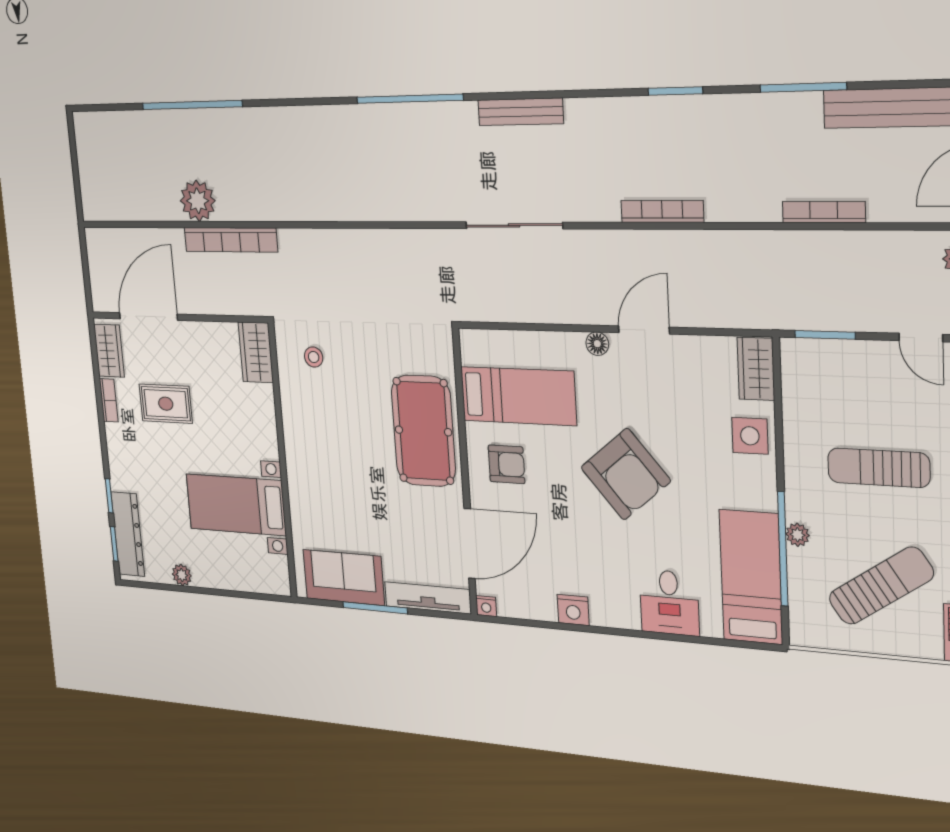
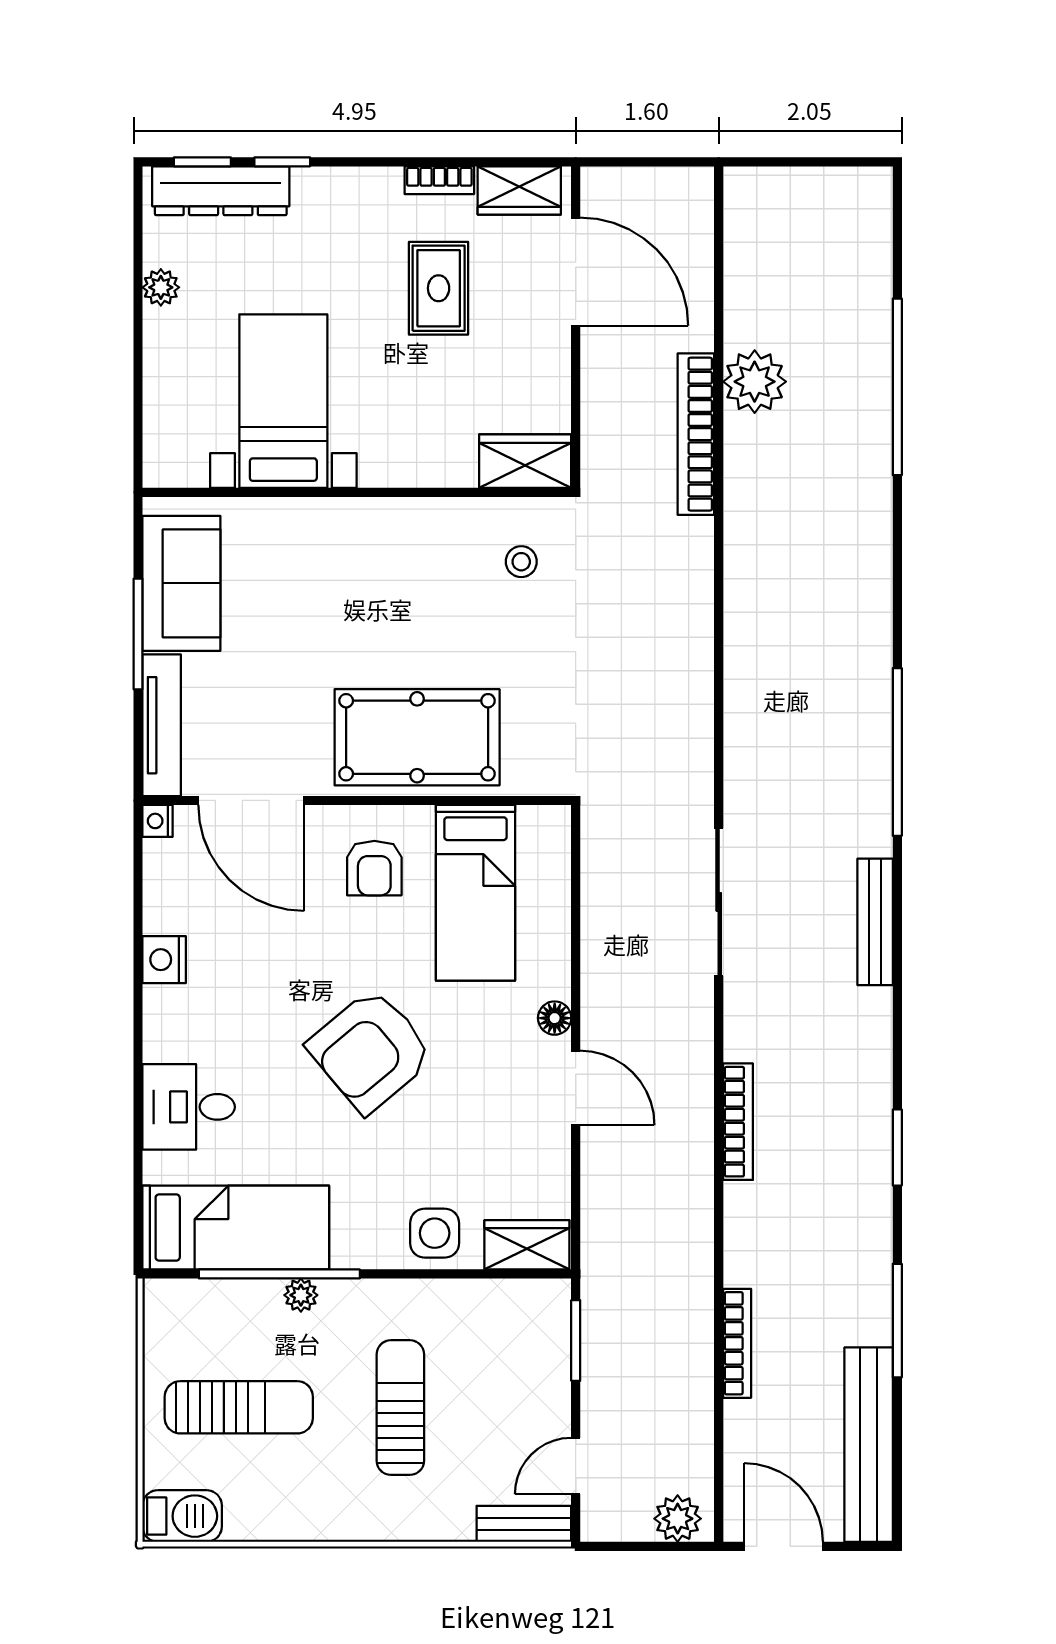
sun lounger: (881, 586) -> (239, 1407), turned -56

